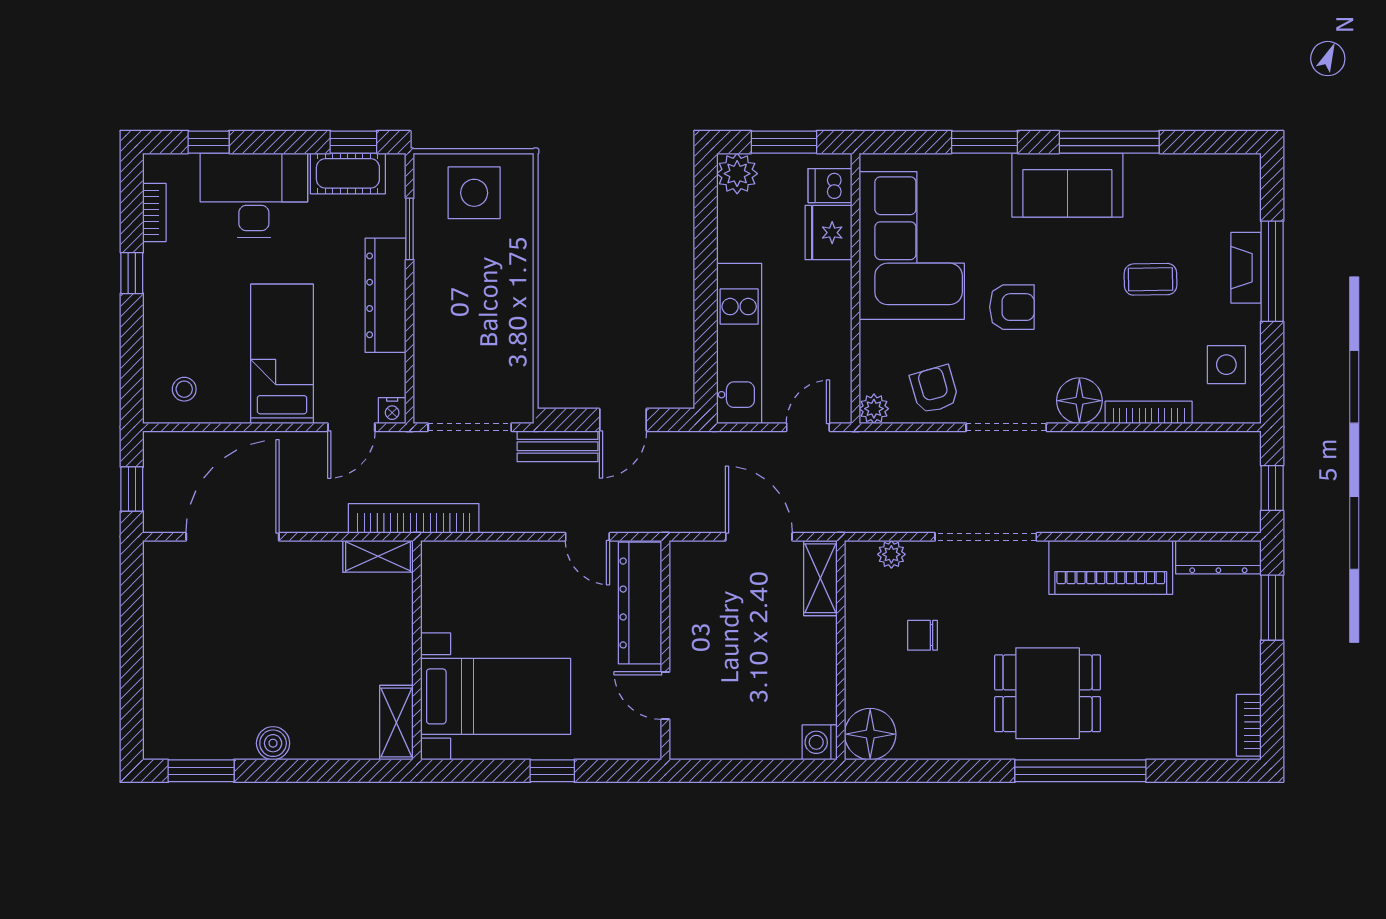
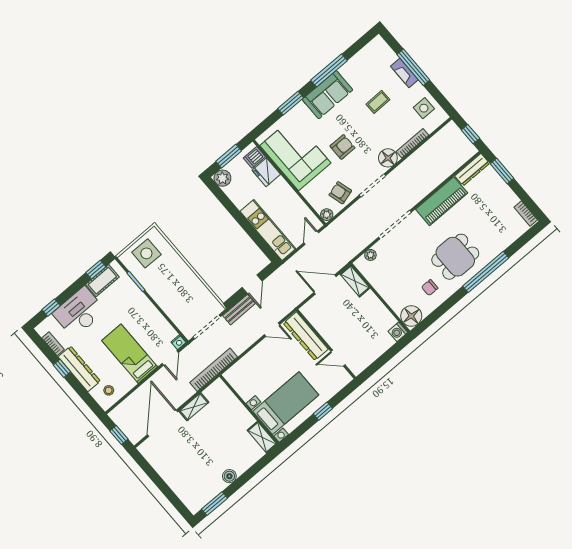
dresser: (385, 295) -> (79, 369), moved, turned 180
shelving: (378, 556) -> (194, 407), moved
chair: (923, 635) -> (430, 288), moved

